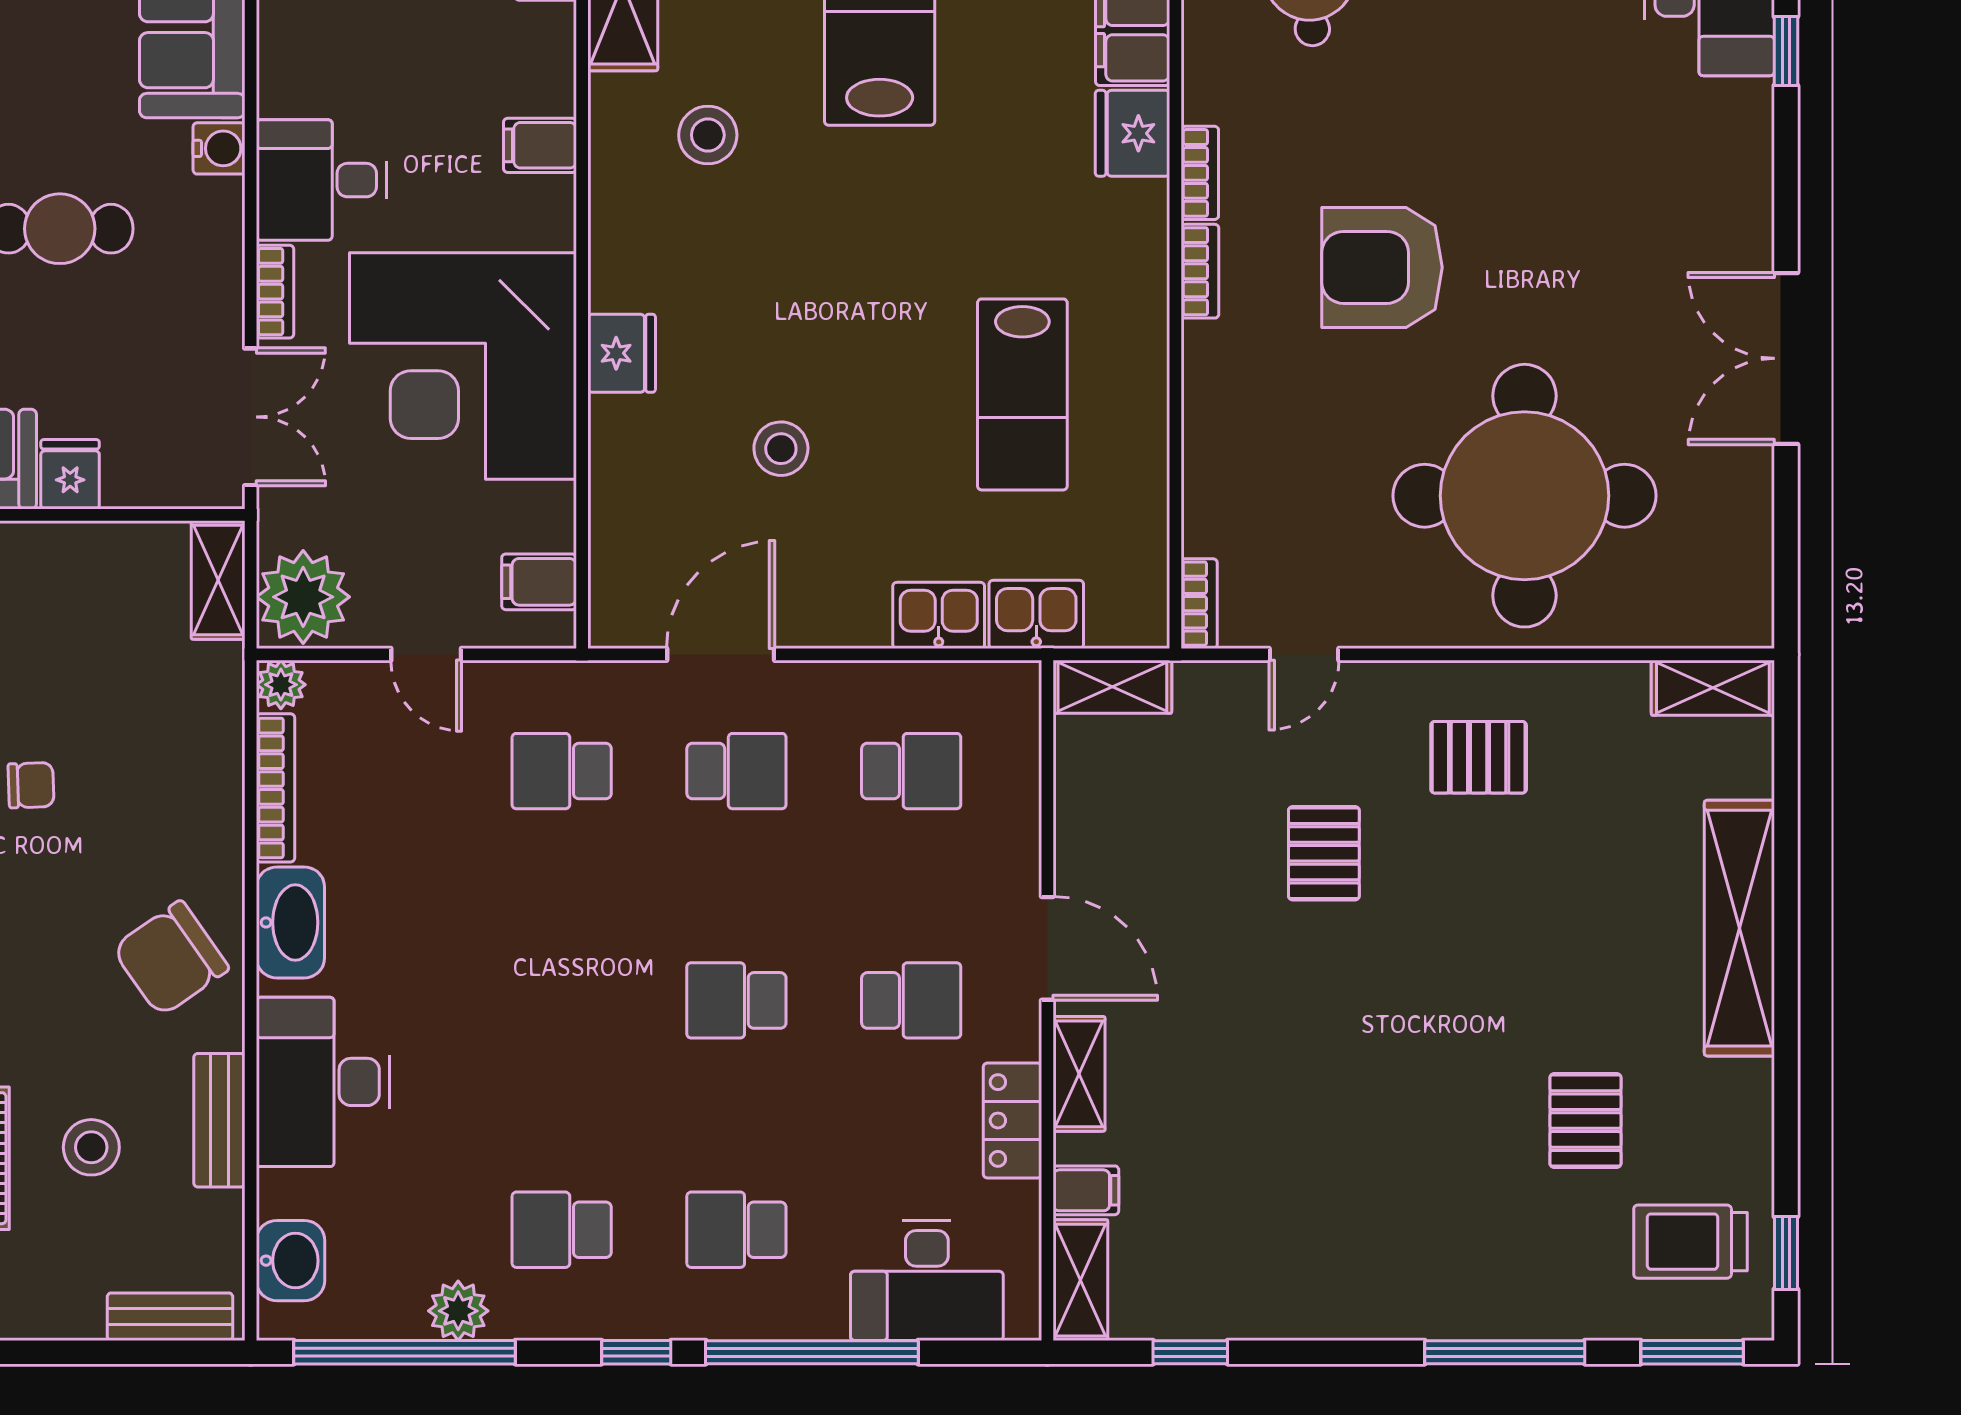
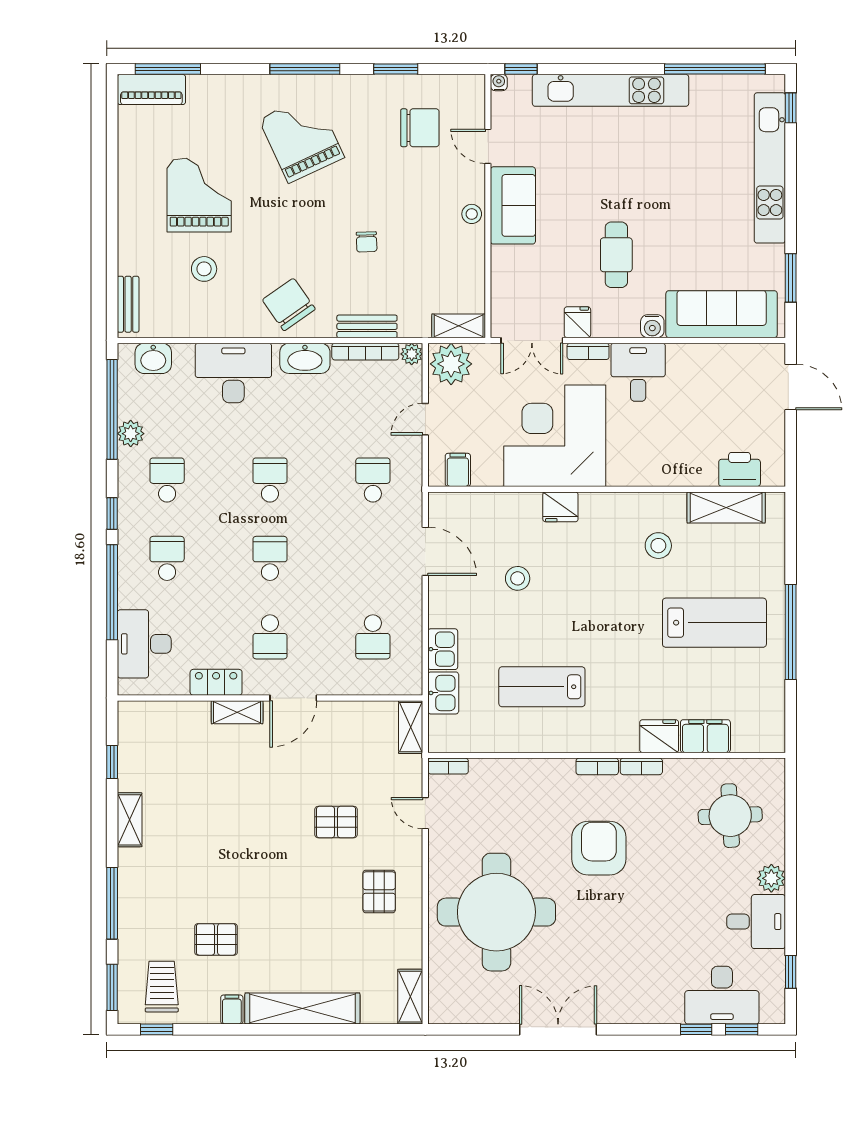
filing cabinet: (540, 145) -> (654, 470), removed
fridge: (70, 474) -> (577, 322), moved, turned -90
school desk: (736, 771) -> (270, 480), moved, turned 180
bench: (219, 1120) -> (367, 326), moved
filing cabinet: (1086, 1190) -> (232, 1009), moved, turned 180
shelving: (1080, 1280) -> (130, 820), moved, turned 90

